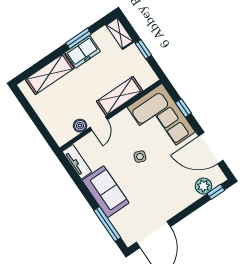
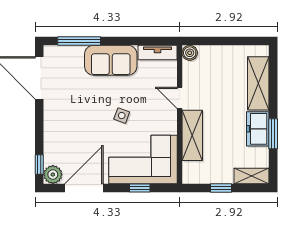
boiler: (80, 126) -> (190, 53), moved
plant: (204, 186) -> (53, 175), moved

